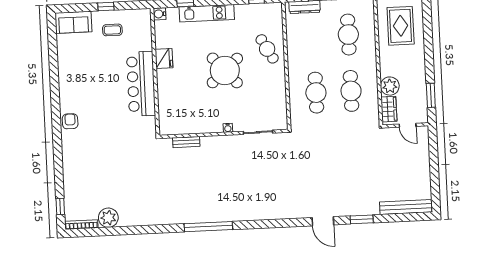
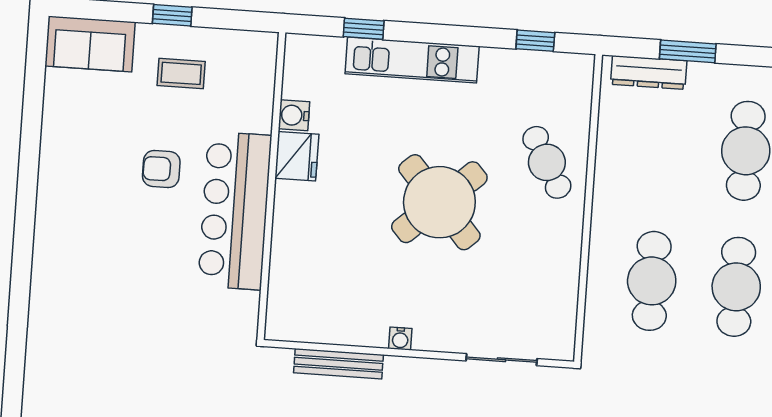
water cooler: (159, 14) -> (294, 115), moved
armchair: (70, 121) -> (161, 169), moved, turned -90
water cooler: (228, 128) -> (400, 339), moved
bench: (186, 142) -> (338, 364), width x1.36

